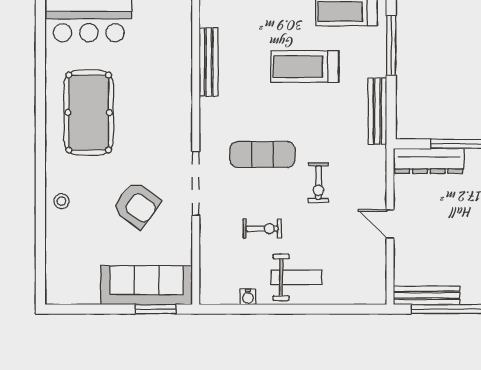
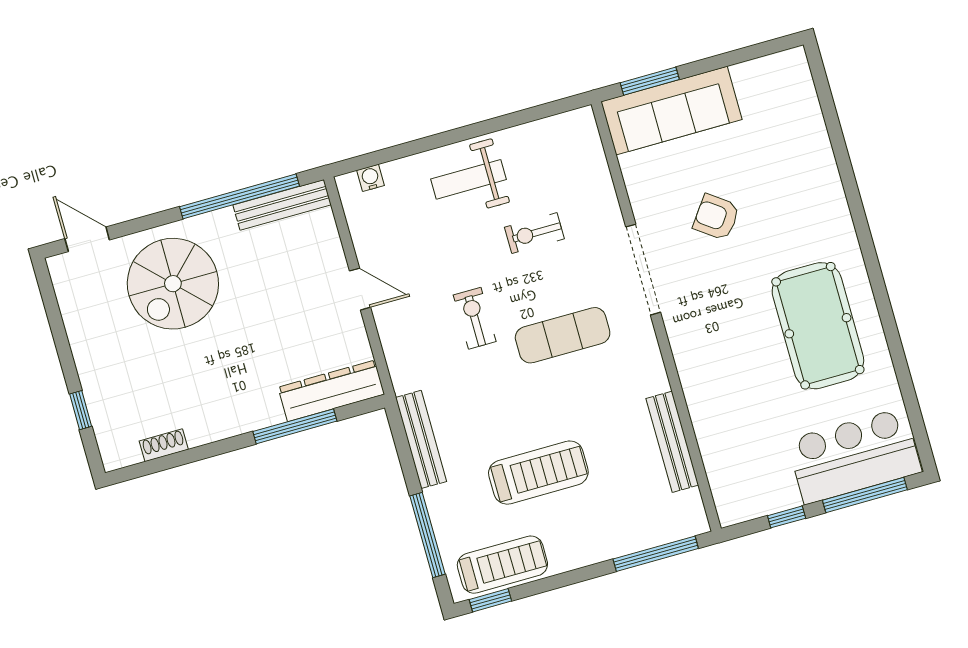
stool: (62, 201) -> (821, 193), removed
armchair: (137, 205) -> (716, 217), width x0.72, depth x0.72
water cooler: (248, 297) -> (370, 178), moved

